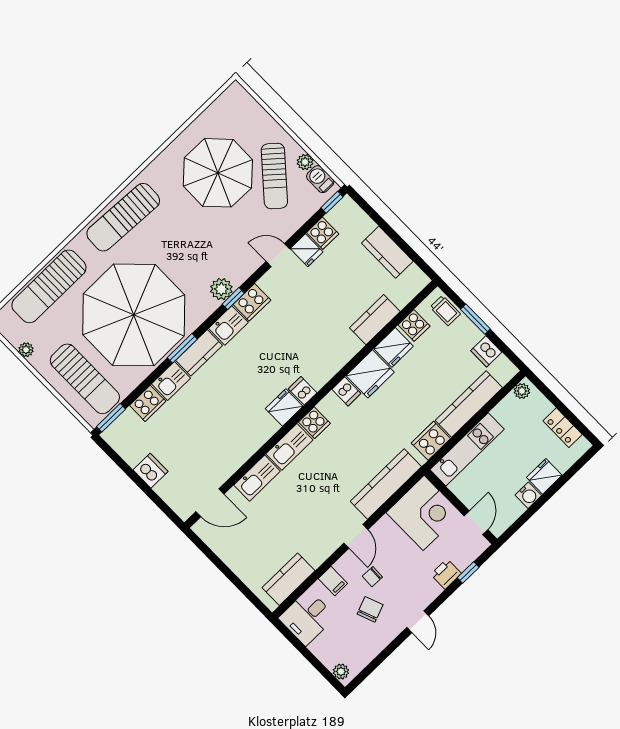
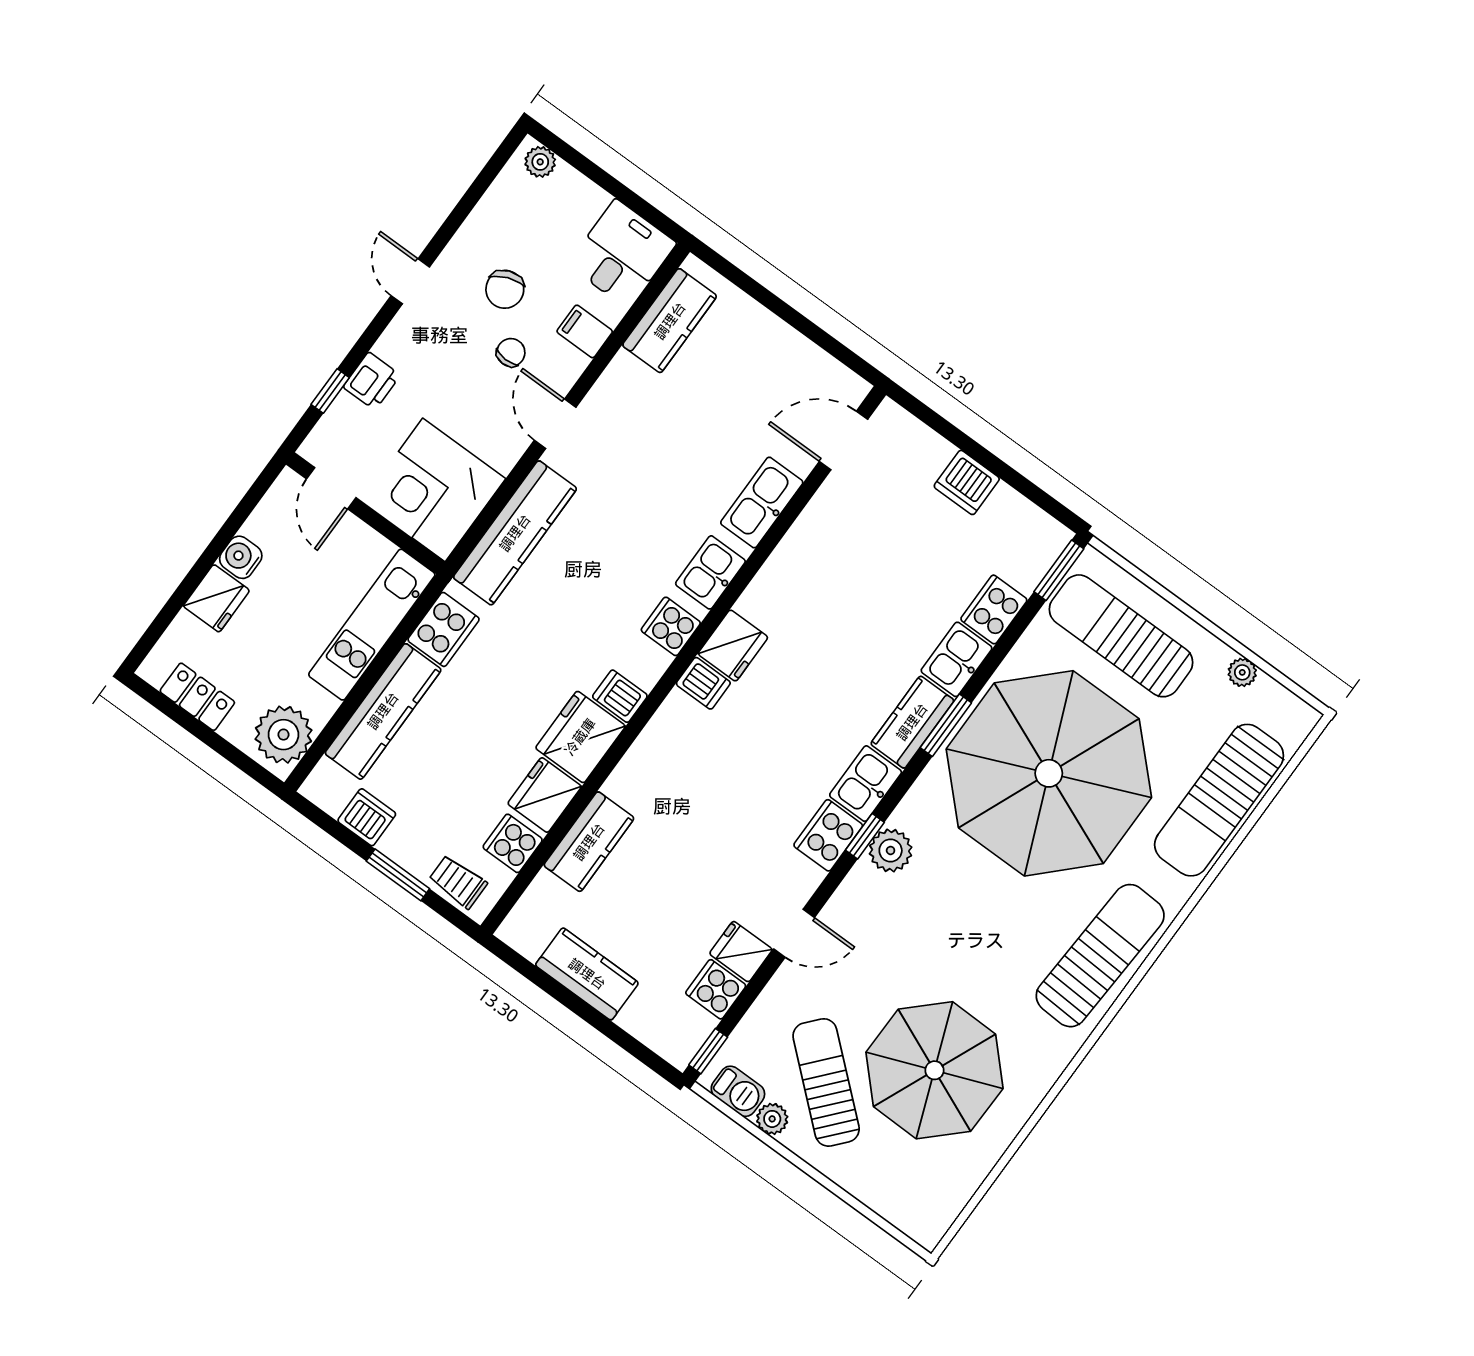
sun lounger: (49, 286) -> (1219, 800), turned 180
plant: (522, 391) -> (284, 735), width x1.87, depth x1.87
kitchen sink: (289, 447) -> (710, 572), width x0.73

